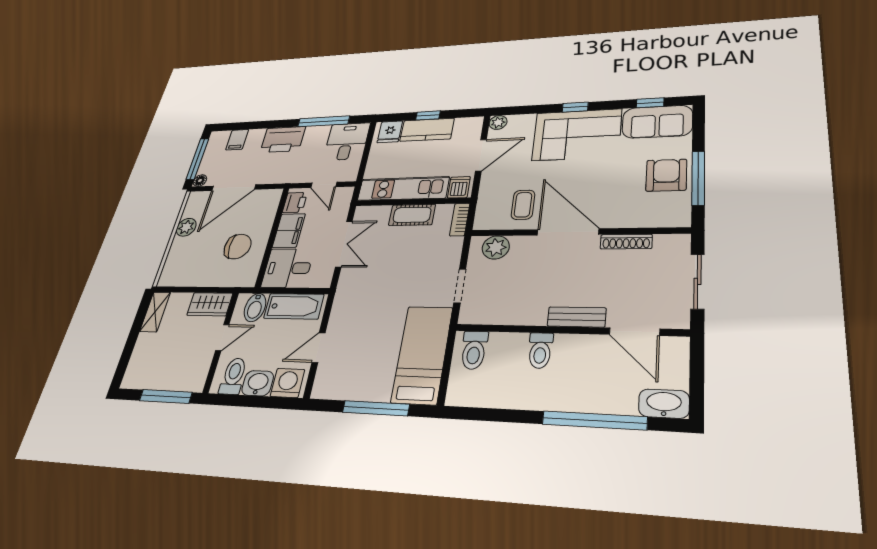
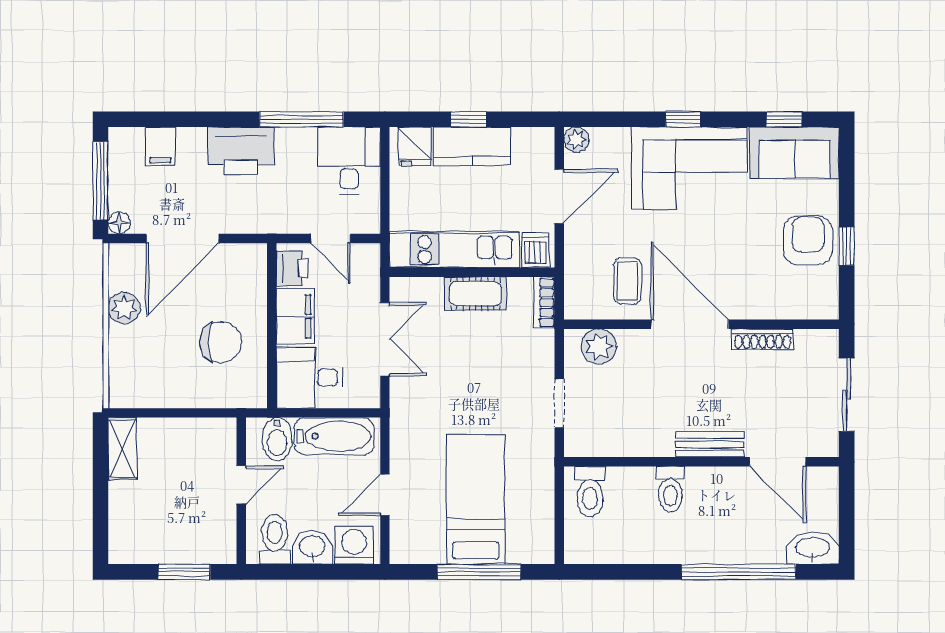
window: (698, 178) -> (847, 246), width x0.46
wardrobe: (210, 304) -> (206, 435), removed
bed: (422, 354) -> (476, 499), moved
window: (166, 396) -> (184, 572), width x0.69

